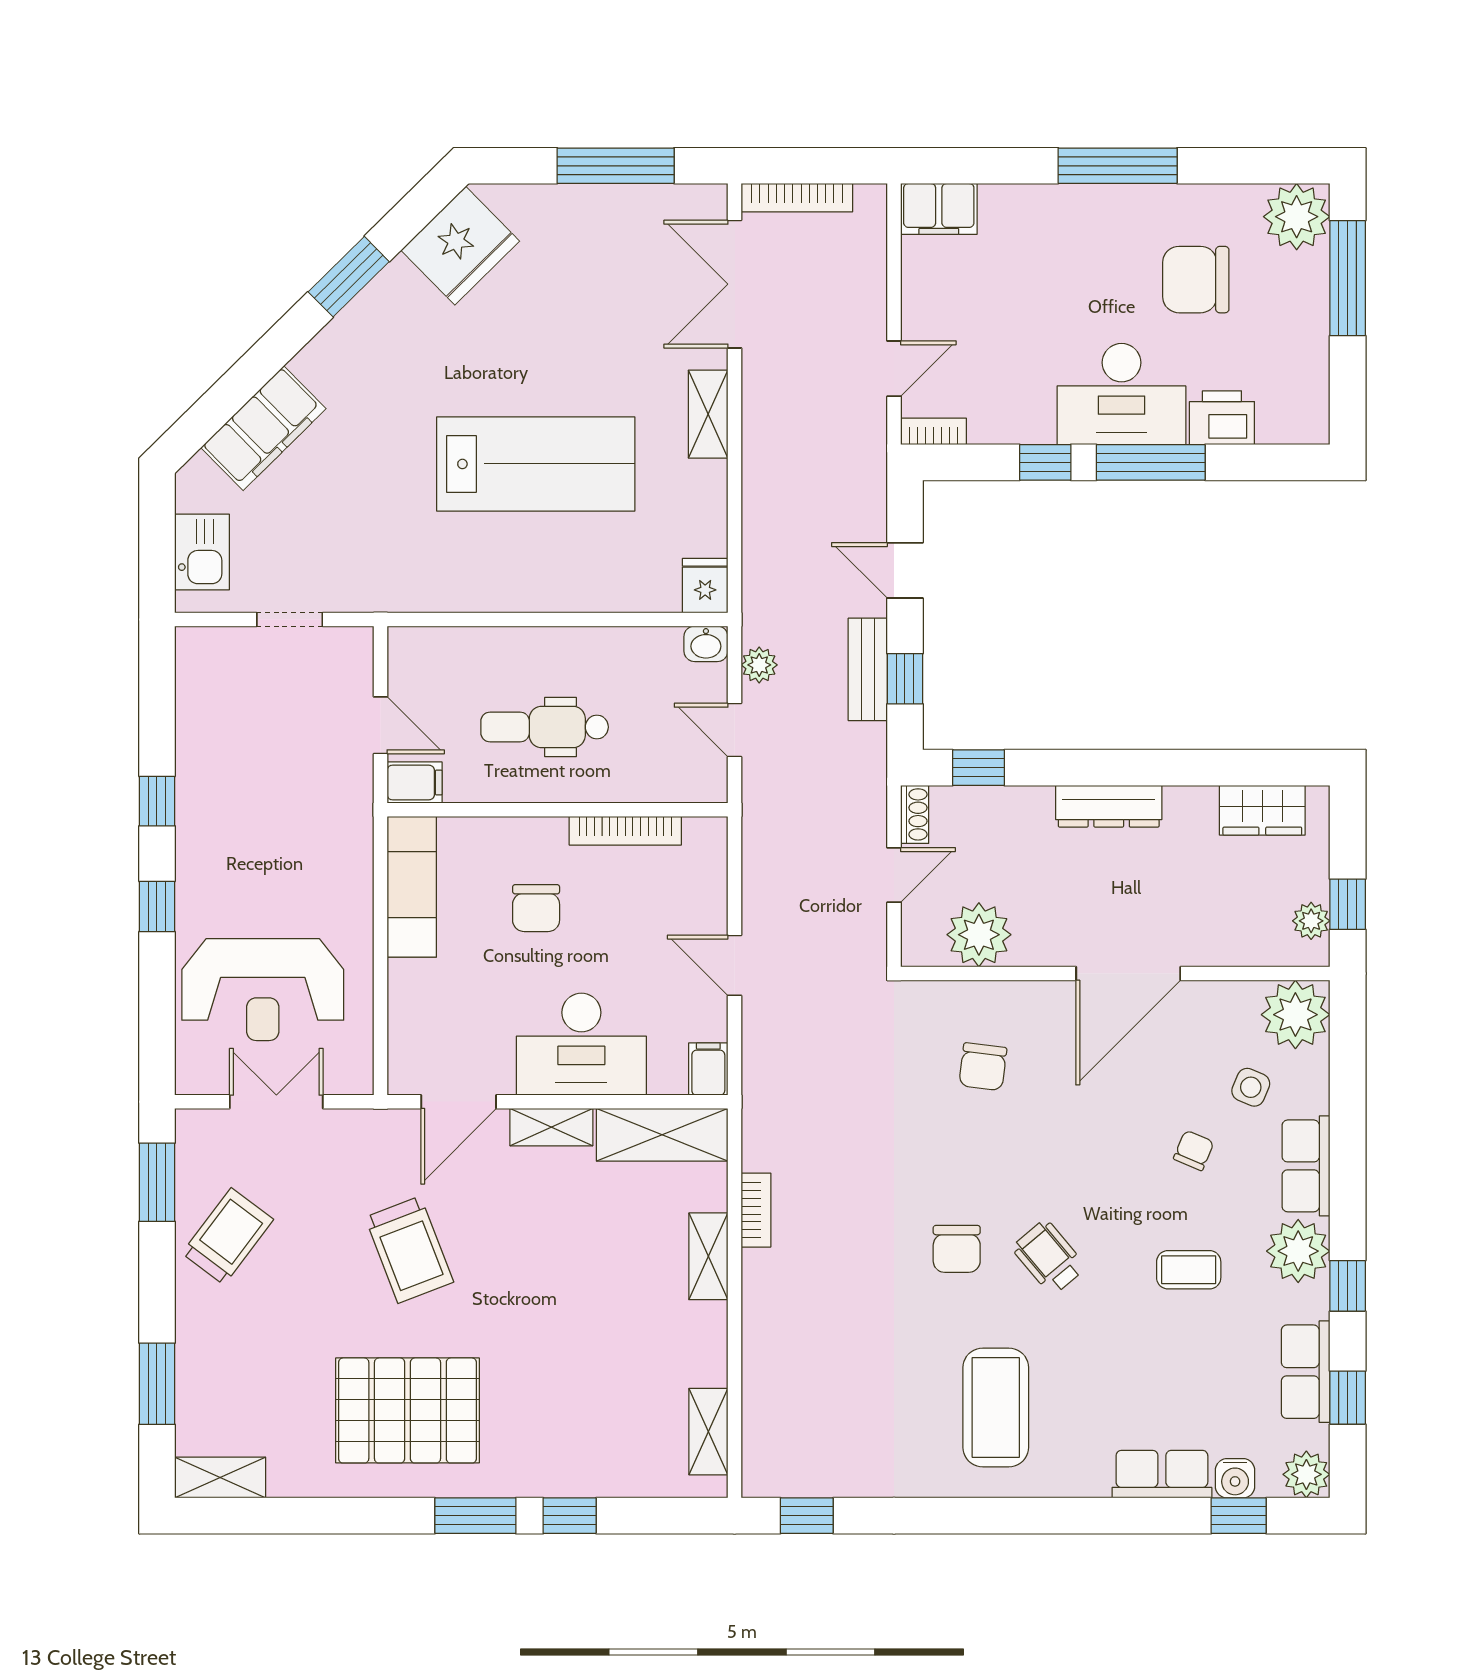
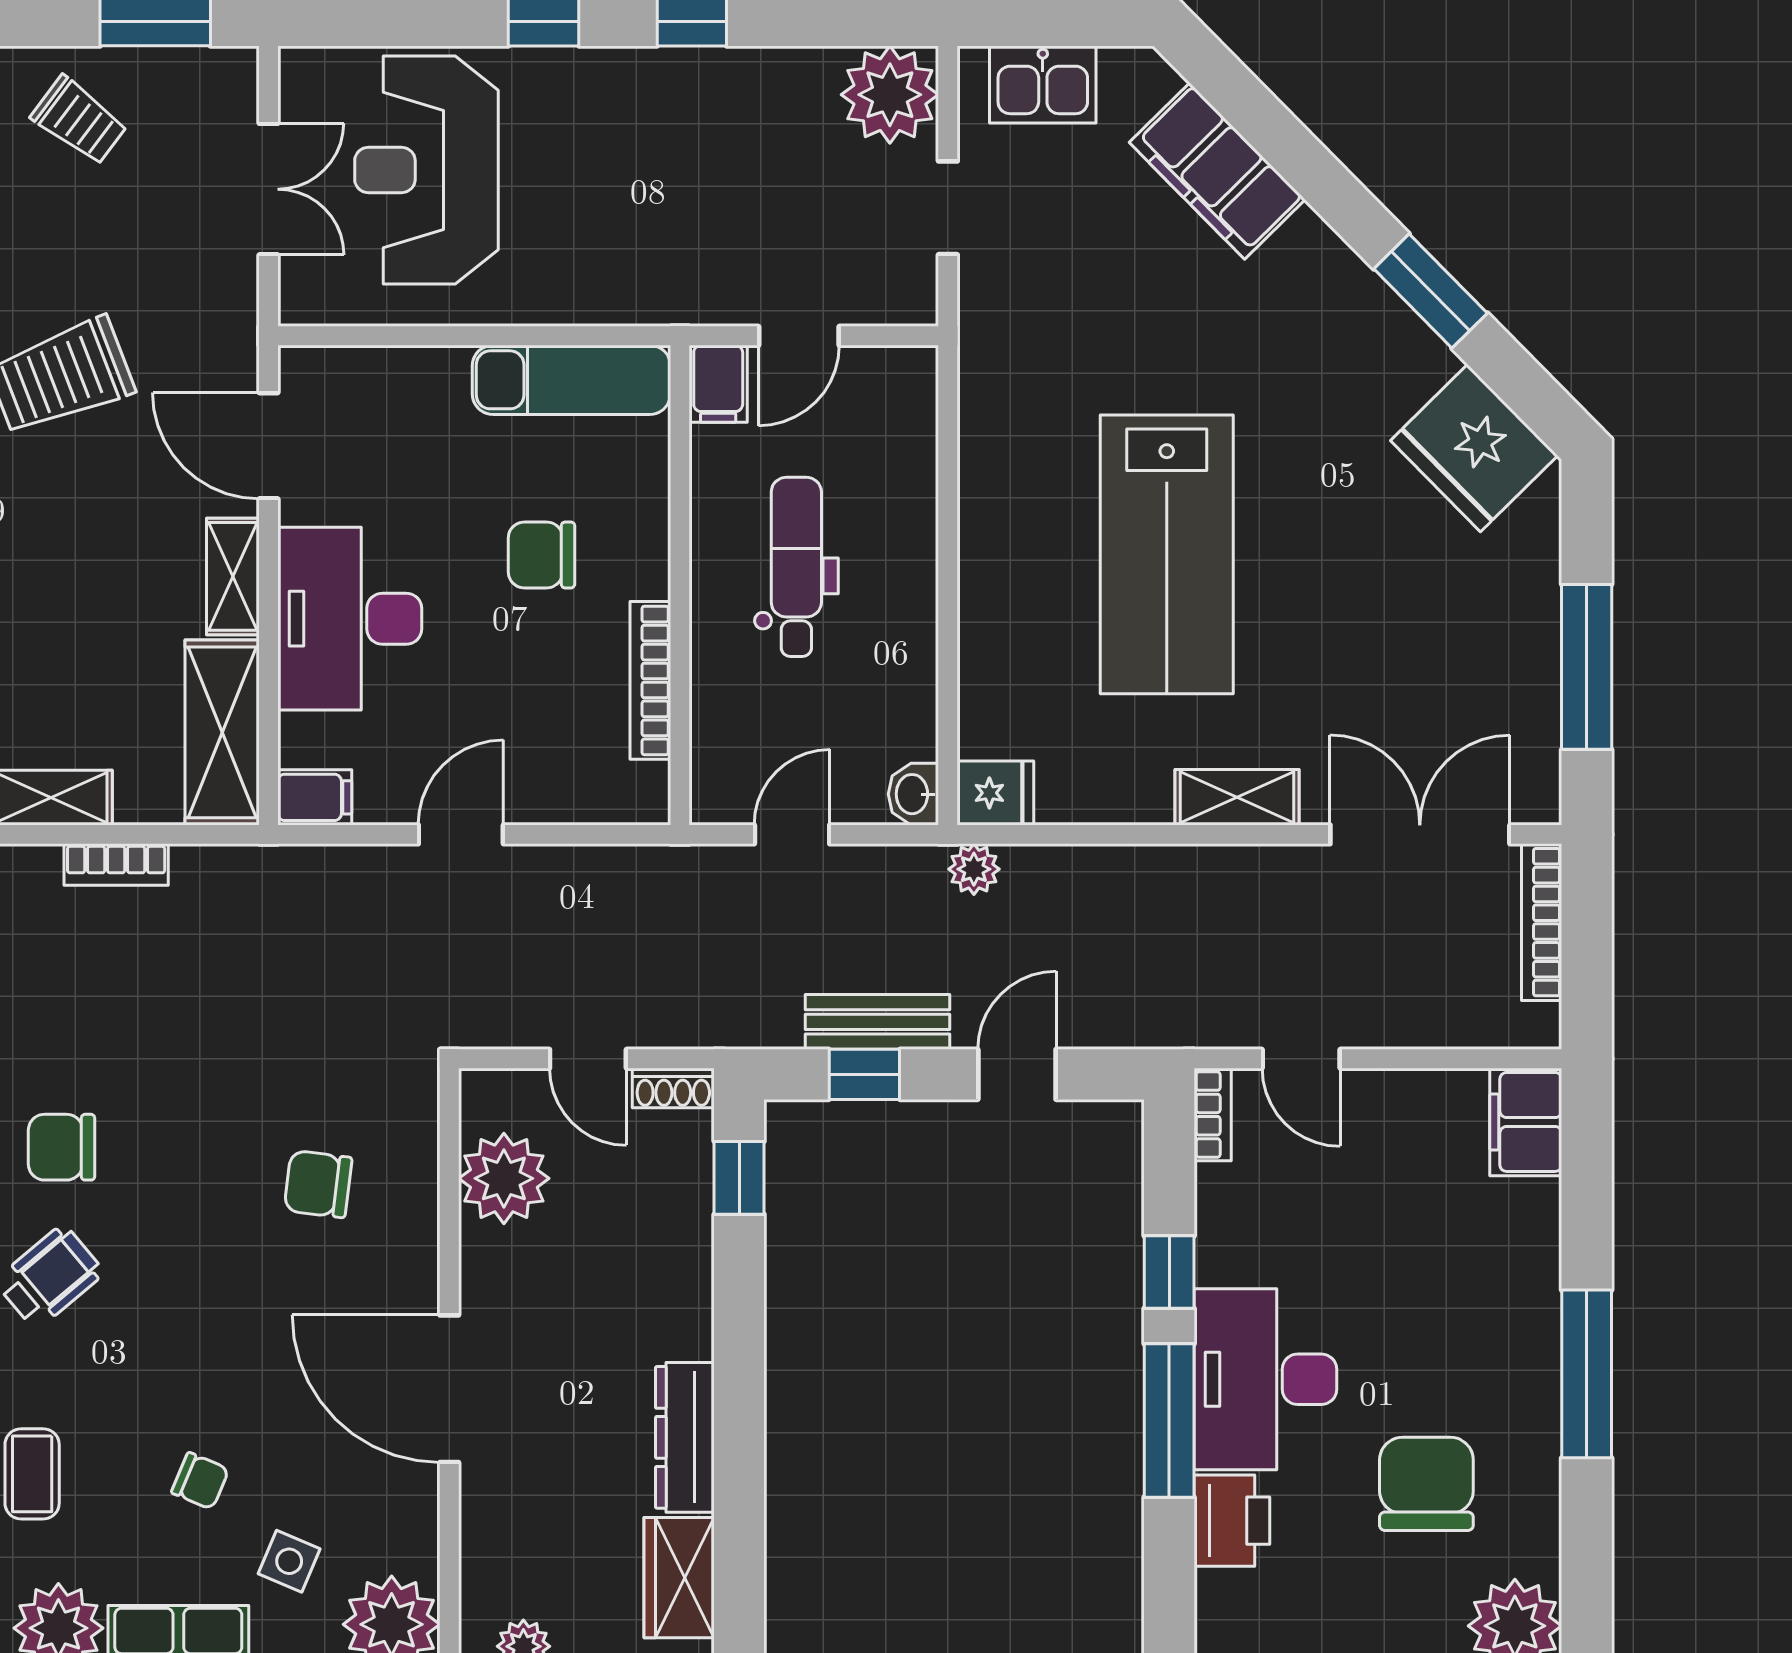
plant: (209, 661) -> (890, 95), added
plant: (759, 665) -> (974, 869), moved
dresser: (1109, 806) -> (685, 1437), moved
trolley: (228, 1236) -> (79, 121), width x0.73, depth x0.72

